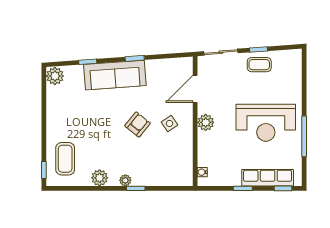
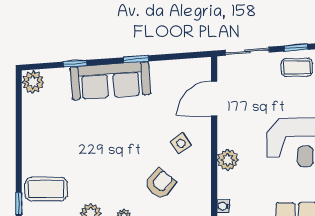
plant: (206, 122) -> (228, 160), moved
armchair: (138, 124) -> (160, 184), moved
coffee table: (65, 159) -> (46, 189), turned 90

